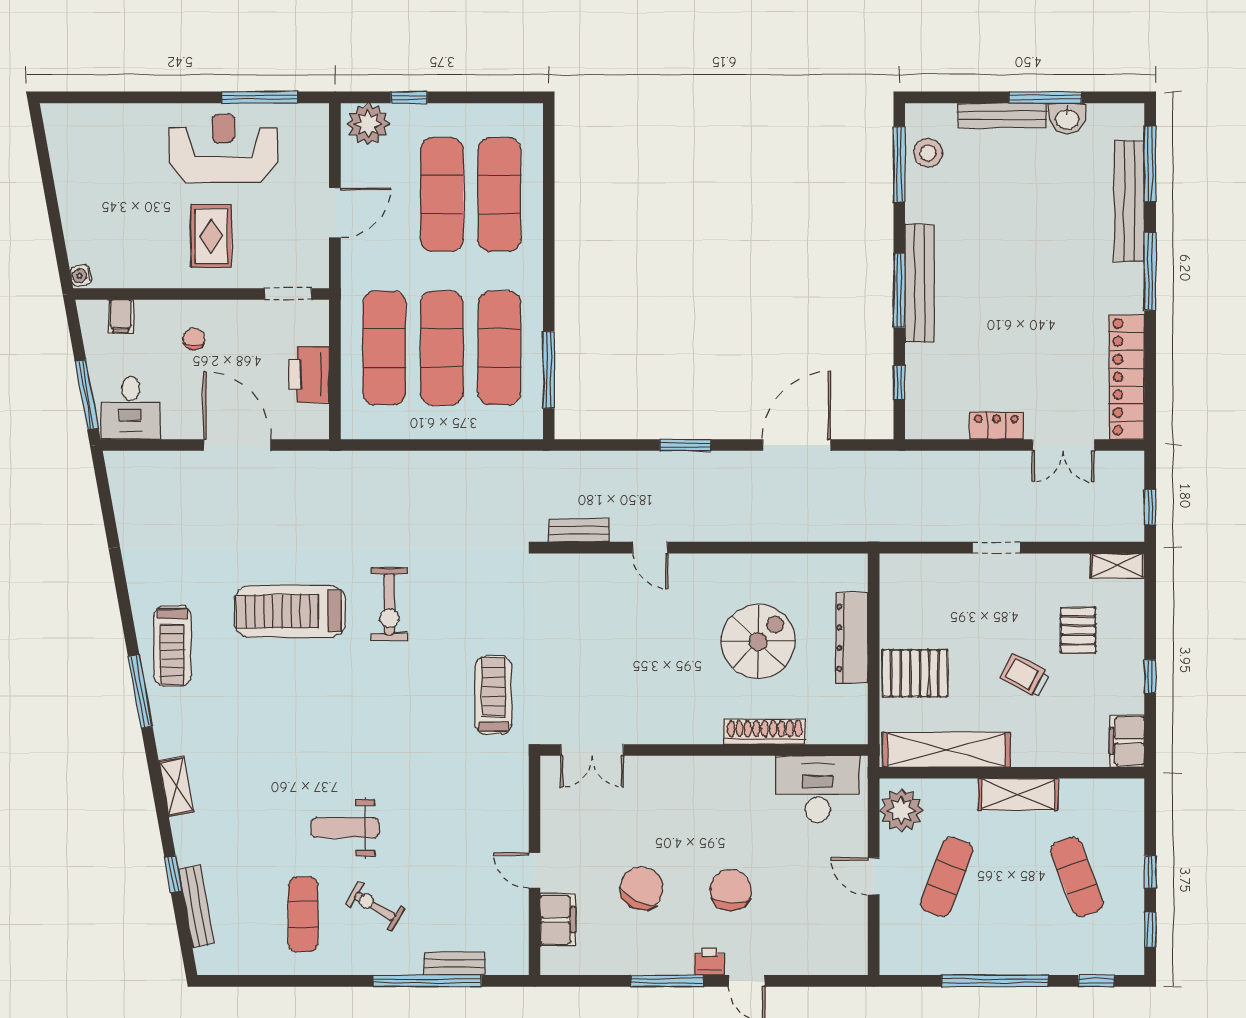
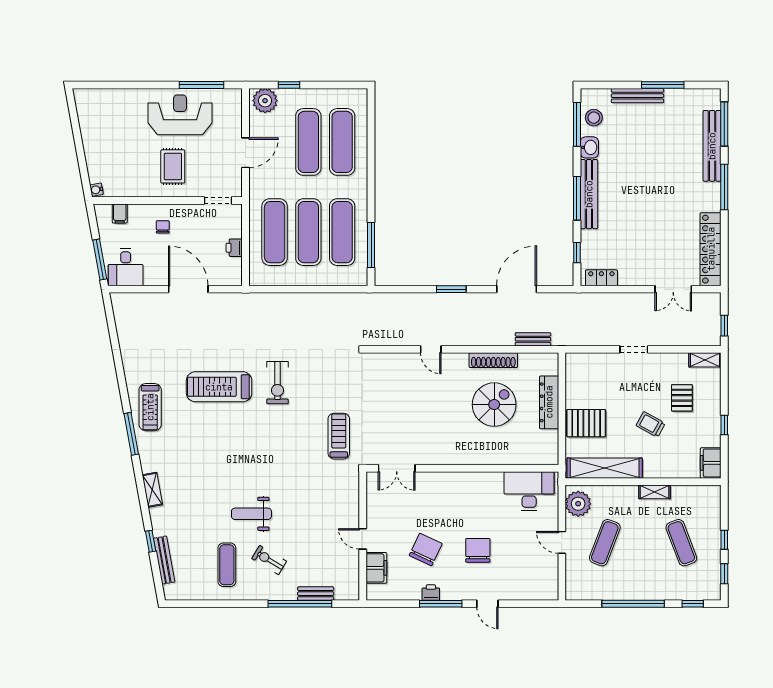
washbasin: (1067, 118) -> (589, 147), moved, turned -90
printer: (309, 374) -> (234, 248), width x0.53, depth x0.68
locker: (996, 426) -> (601, 278), moved
bench: (579, 530) -> (533, 339), moved
shoe rack: (765, 732) -> (493, 360), moved, turned 180
shelving: (1018, 794) -> (655, 492), width x0.67, depth x0.75
printer: (710, 962) -> (431, 593), moved

